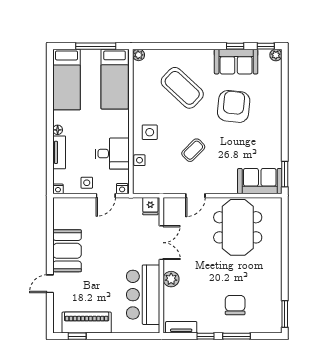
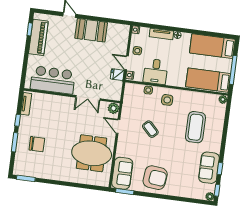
coffee table: (182, 88) -> (195, 127), turned -43
armchair: (234, 106) -> (155, 178), moved
fridge: (150, 206) -> (117, 75), moved
plant: (171, 279) -> (114, 108), moved

